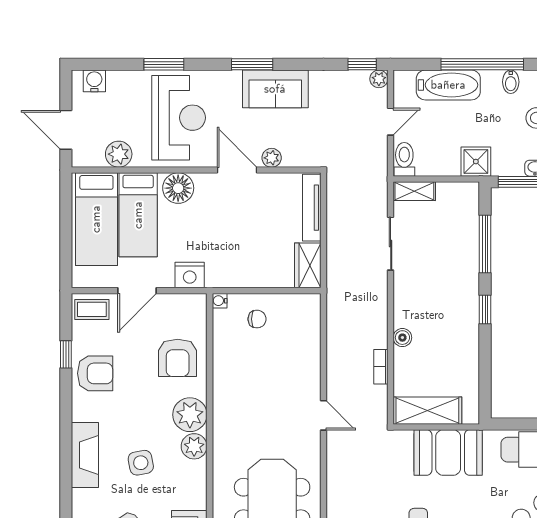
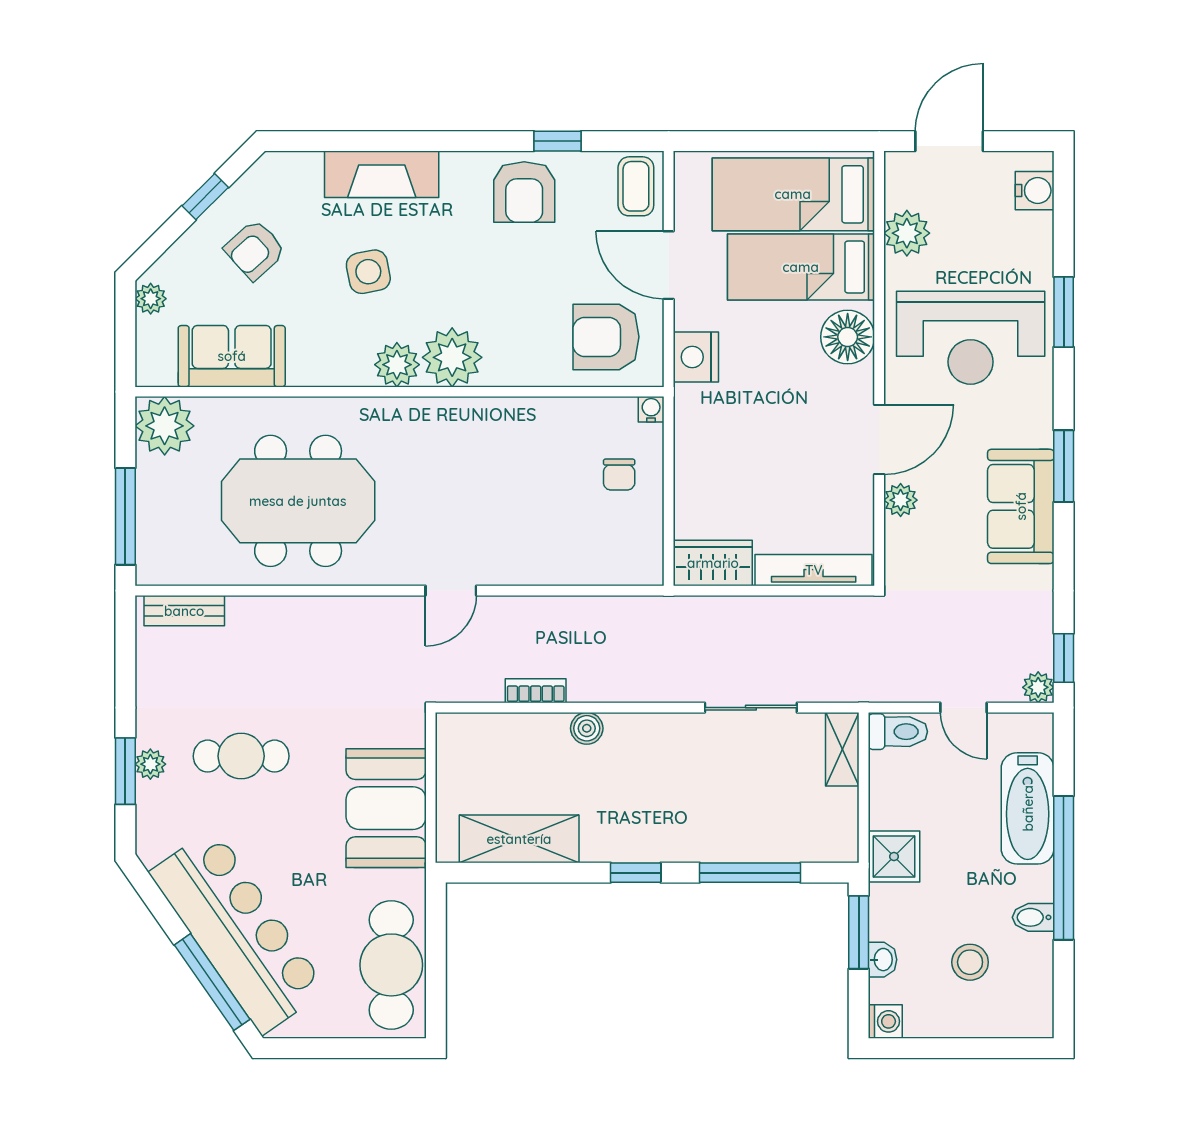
armchair: (178, 358) -> (606, 337), moved
shelving: (427, 411) -> (519, 839), moved, turned 90

